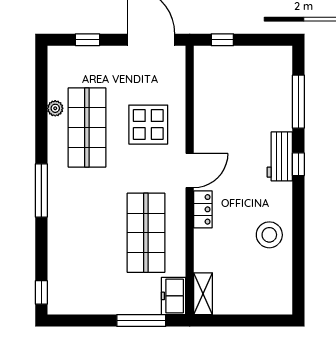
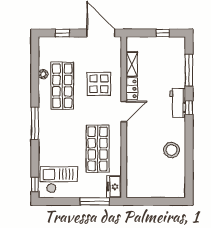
window: (222, 40) -> (163, 33), moved
locker: (203, 209) -> (132, 89), moved
checkout: (81, 284) -> (59, 180), added
shelving: (203, 294) -> (132, 64), moved

